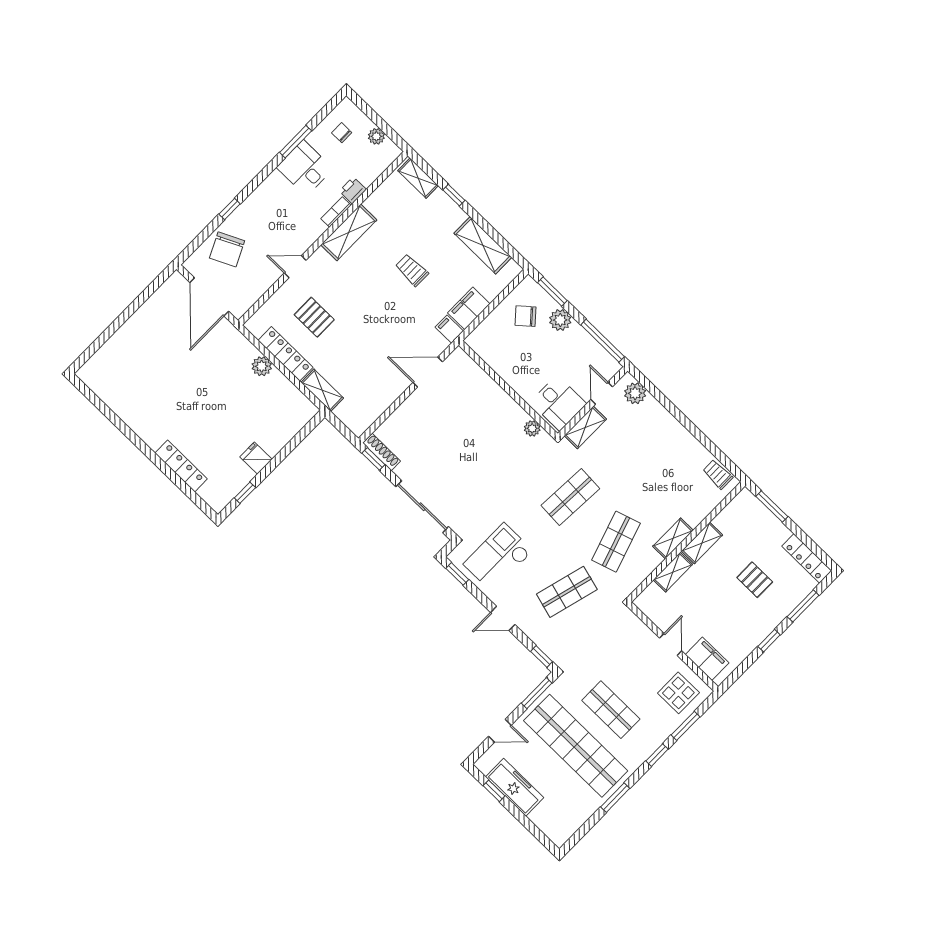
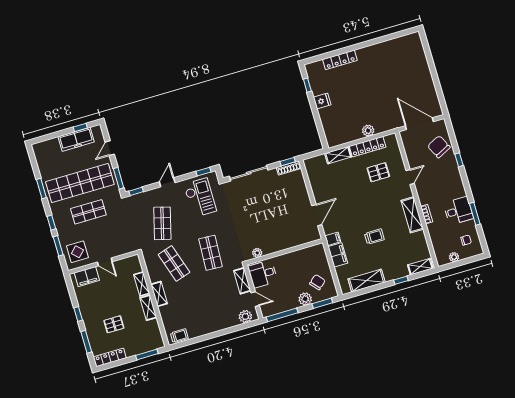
printer: (353, 190) -> (433, 229), removed

